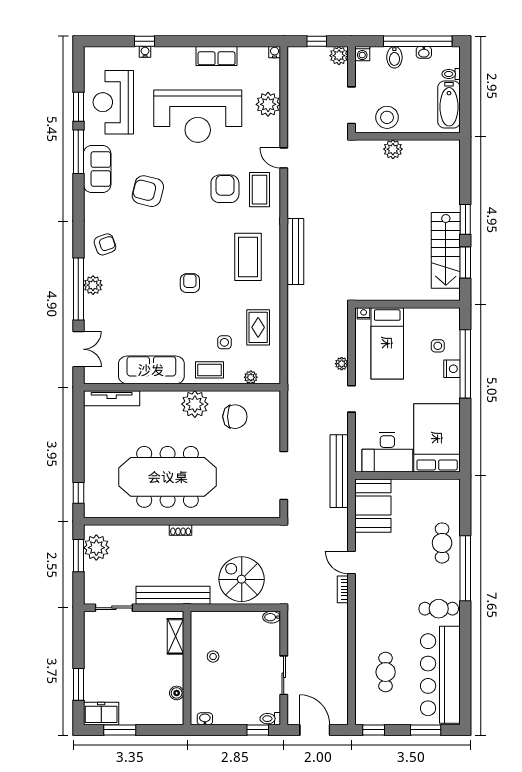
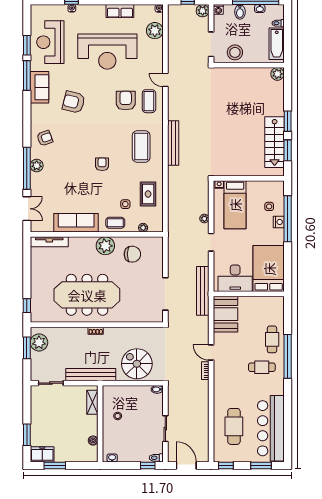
plant: (268, 104) -> (155, 31), moved
plant: (393, 149) -> (277, 74), moved
cafe table: (439, 609) -> (262, 367), moved
cafe table: (386, 672) -> (234, 426), width x1.37, depth x1.35

